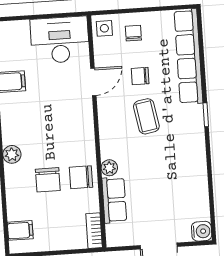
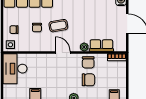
door: (93, 82) -> (63, 52), moved

